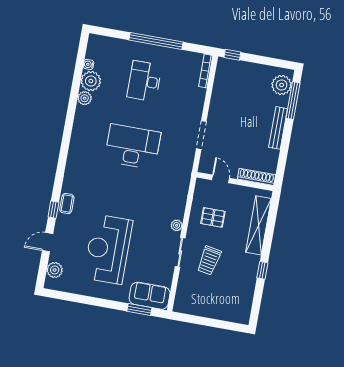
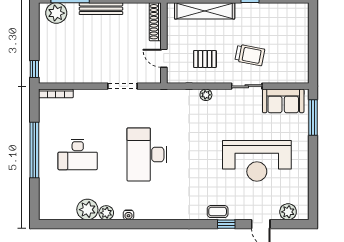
water cooler: (89, 64) -> (128, 215), moved
door: (221, 179) -> (164, 58), hinge flipped
pallet: (213, 217) -> (205, 59), turned 90
plant: (177, 225) -> (206, 95), moved
sofa: (150, 296) -> (283, 101), moved, turned -90
window: (139, 310) -> (313, 117), width x1.44

